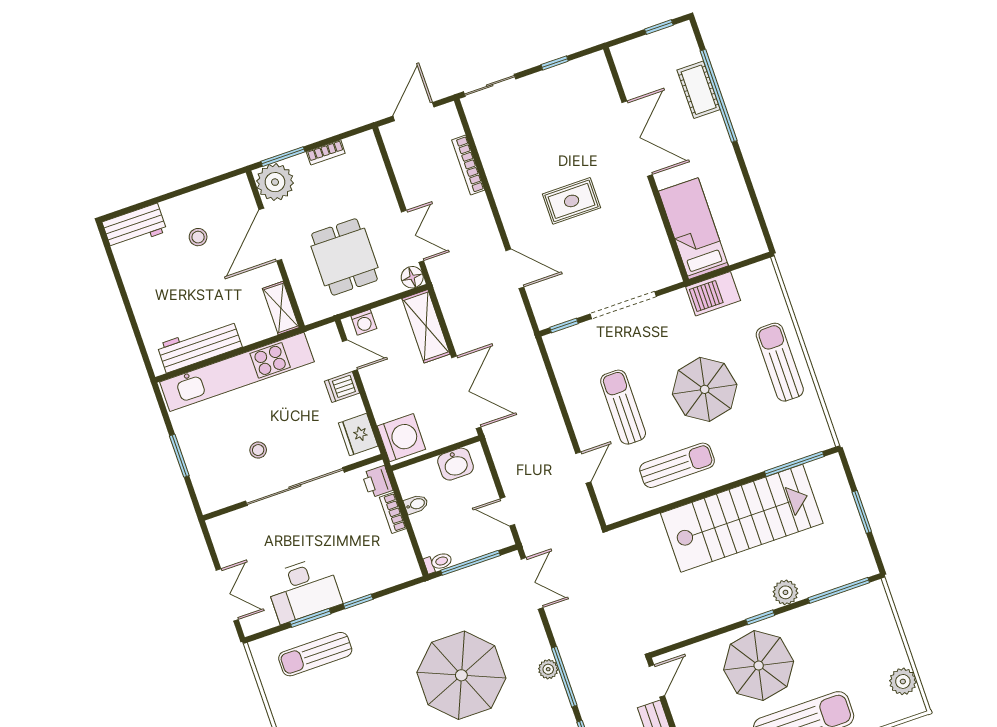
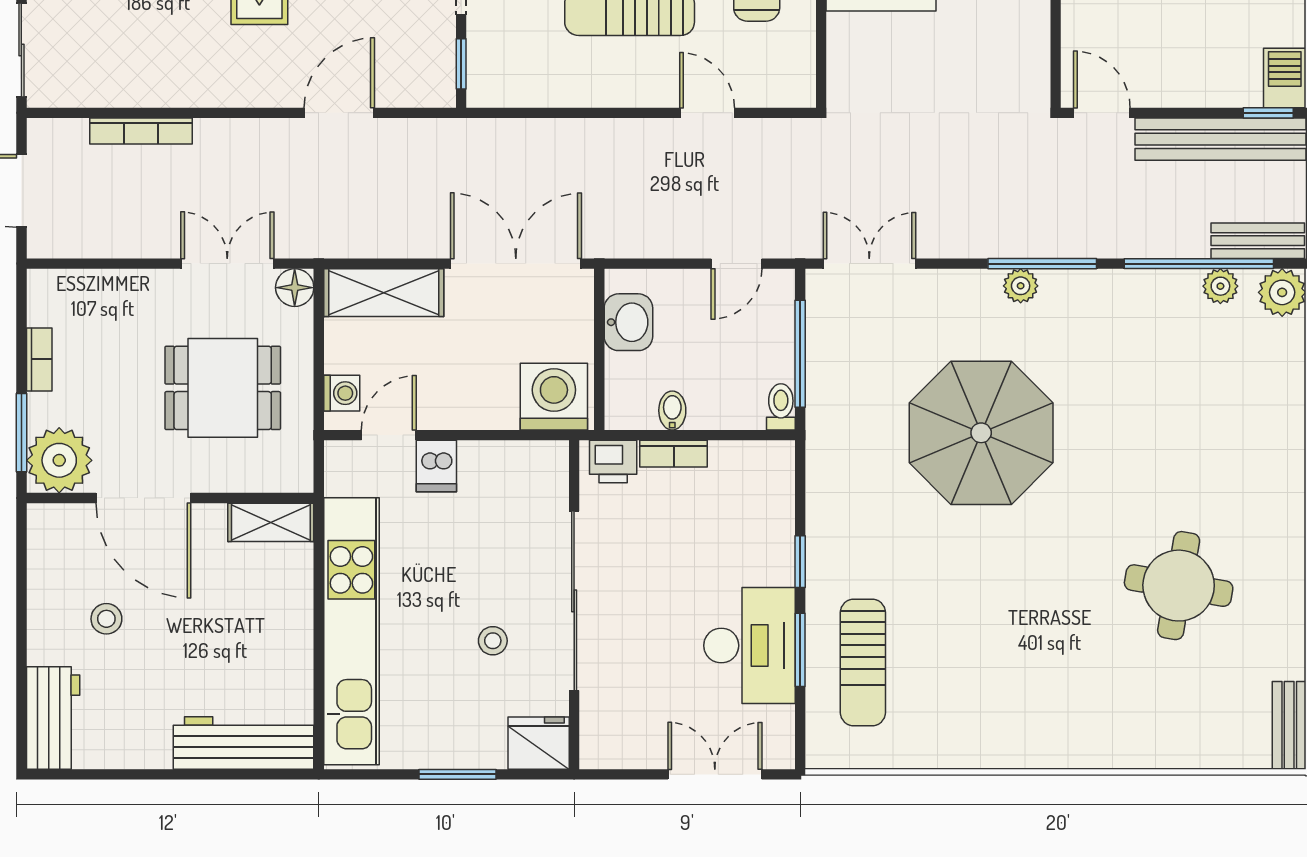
workbench: (200, 346) -> (244, 743), moved, turned 90
fridge: (358, 435) -> (539, 743), moved, turned 180

